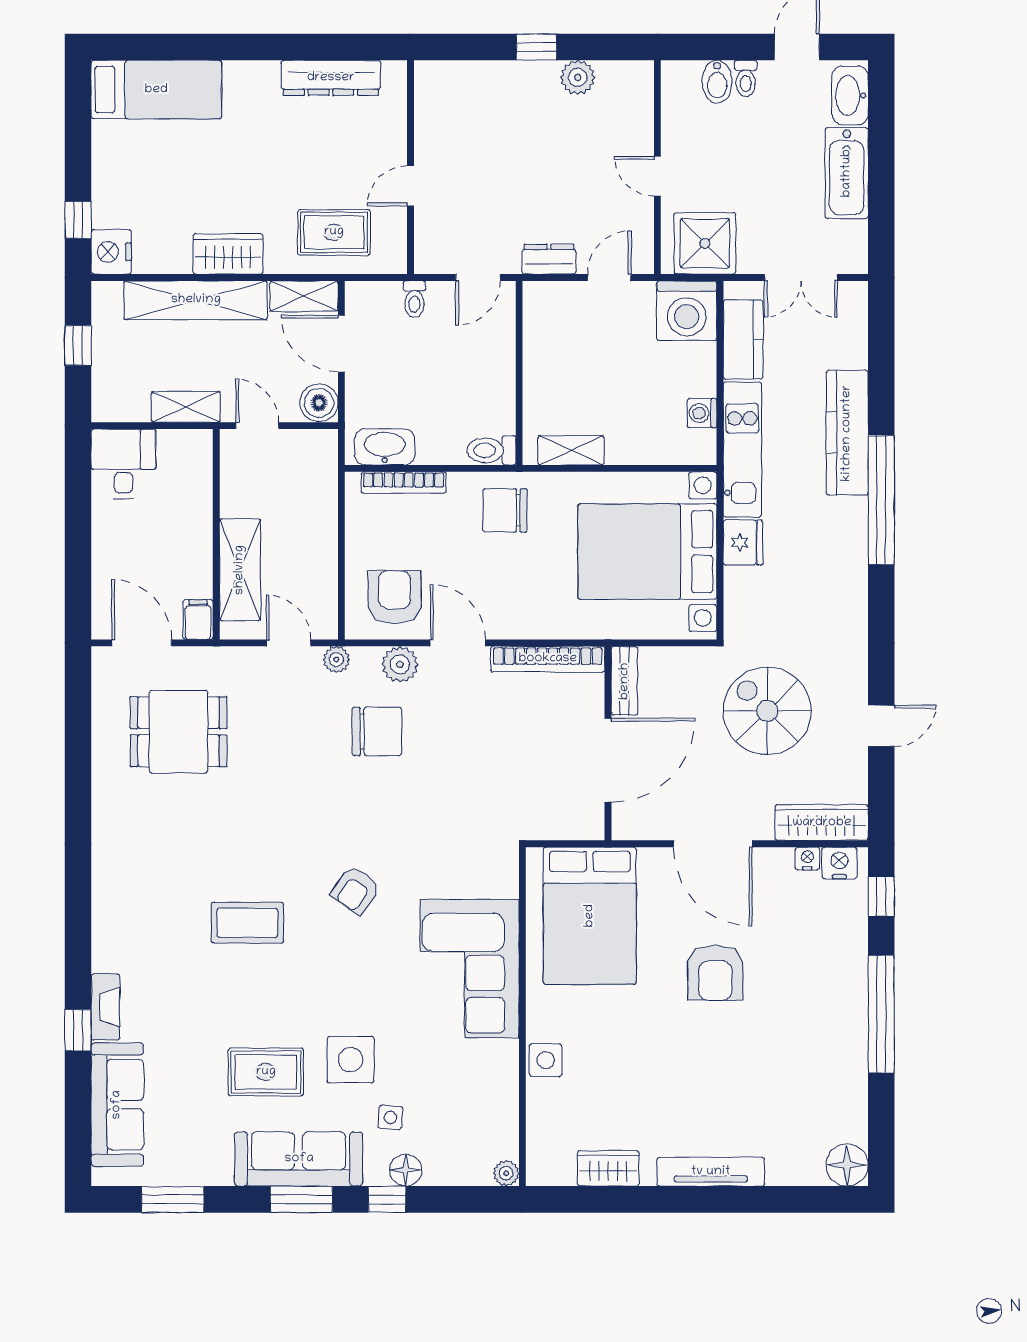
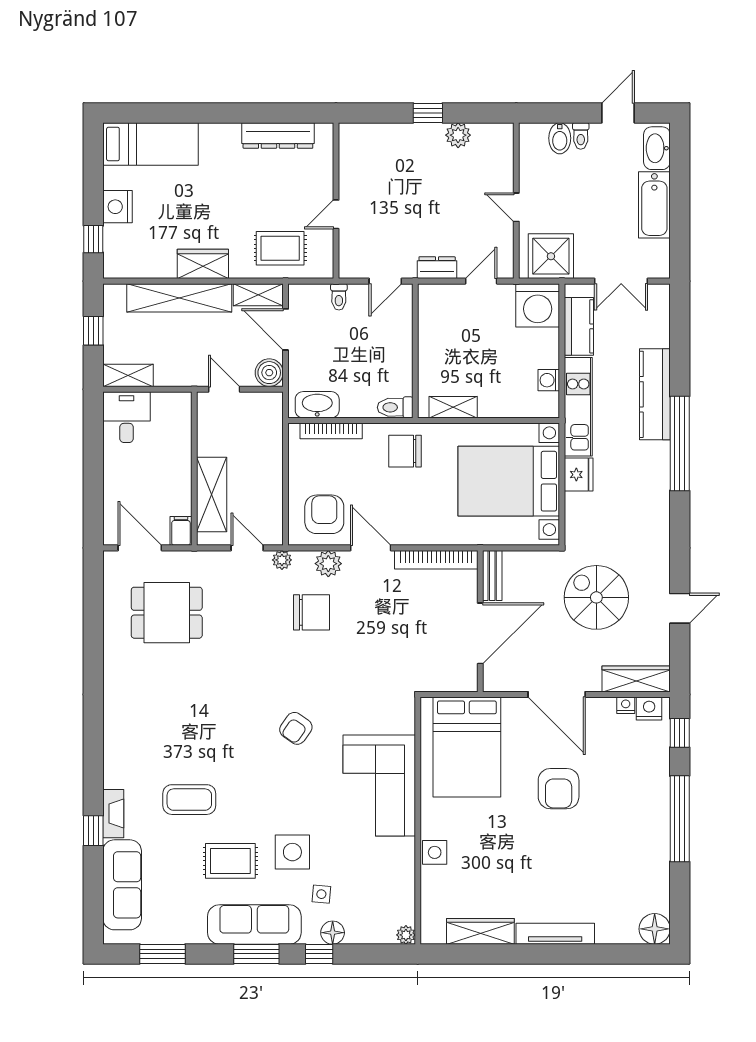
nightstand: (111, 252) -> (118, 207), moved
shelving: (186, 407) -> (128, 376), moved
coffee table: (247, 923) -> (189, 800), moved
wardrobe: (608, 1168) -> (480, 931), width x1.50

